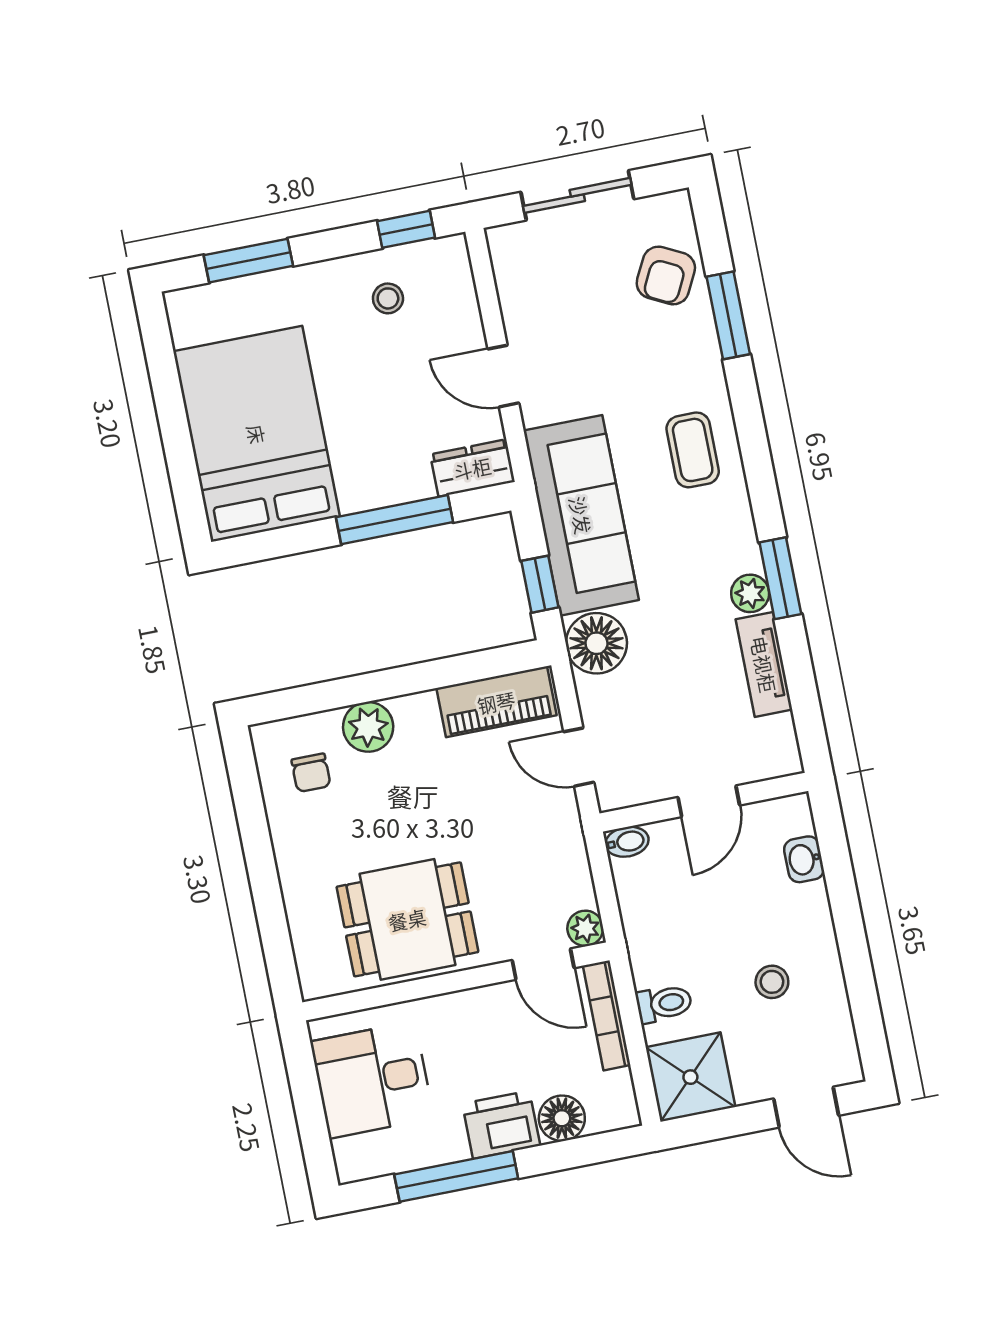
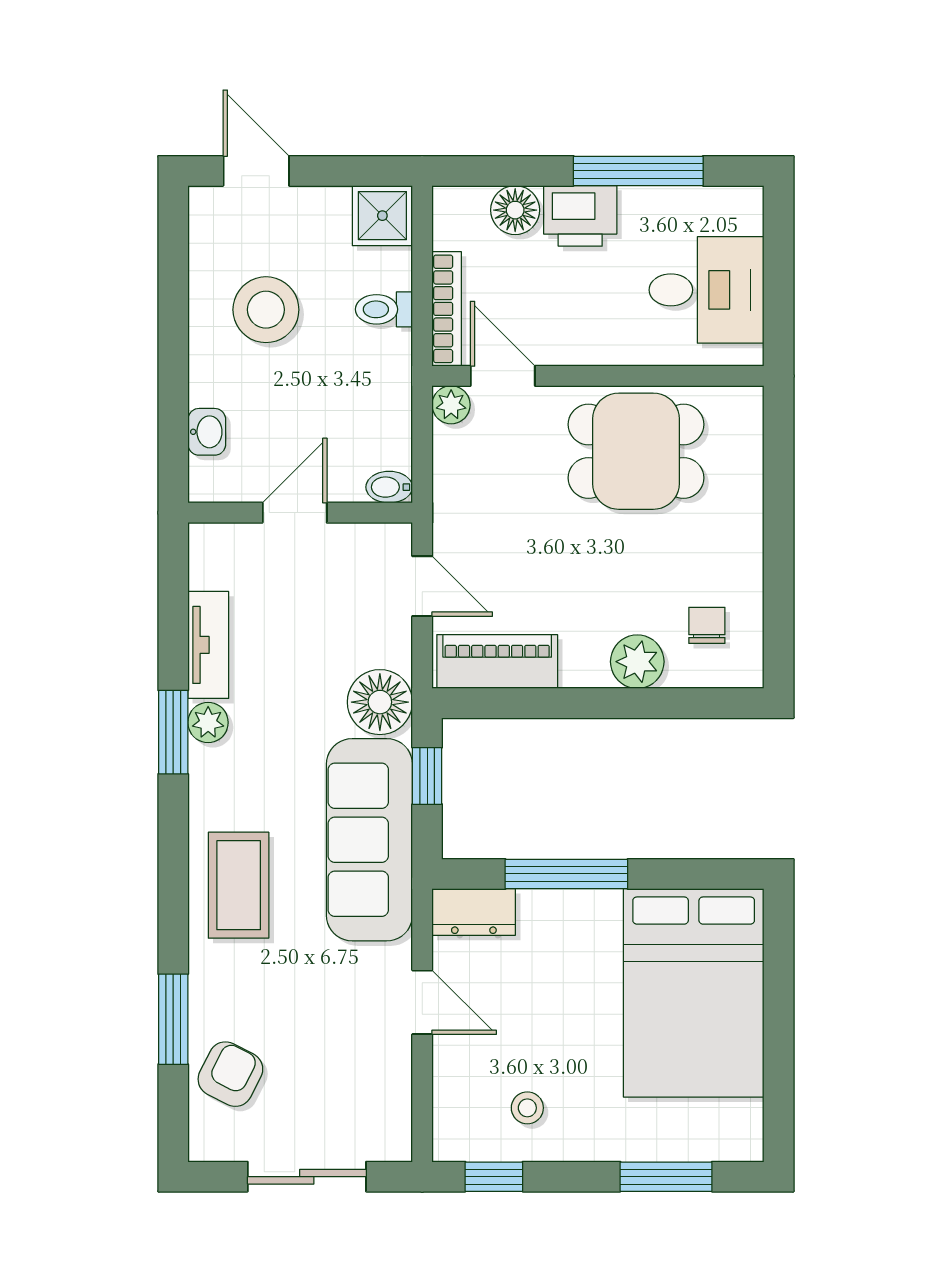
coffee table: (693, 450) -> (239, 885), width x1.36, depth x1.30
stool: (772, 982) -> (266, 310), width x1.89, depth x1.89
shower: (690, 1077) -> (382, 216), width x0.73, depth x0.73

